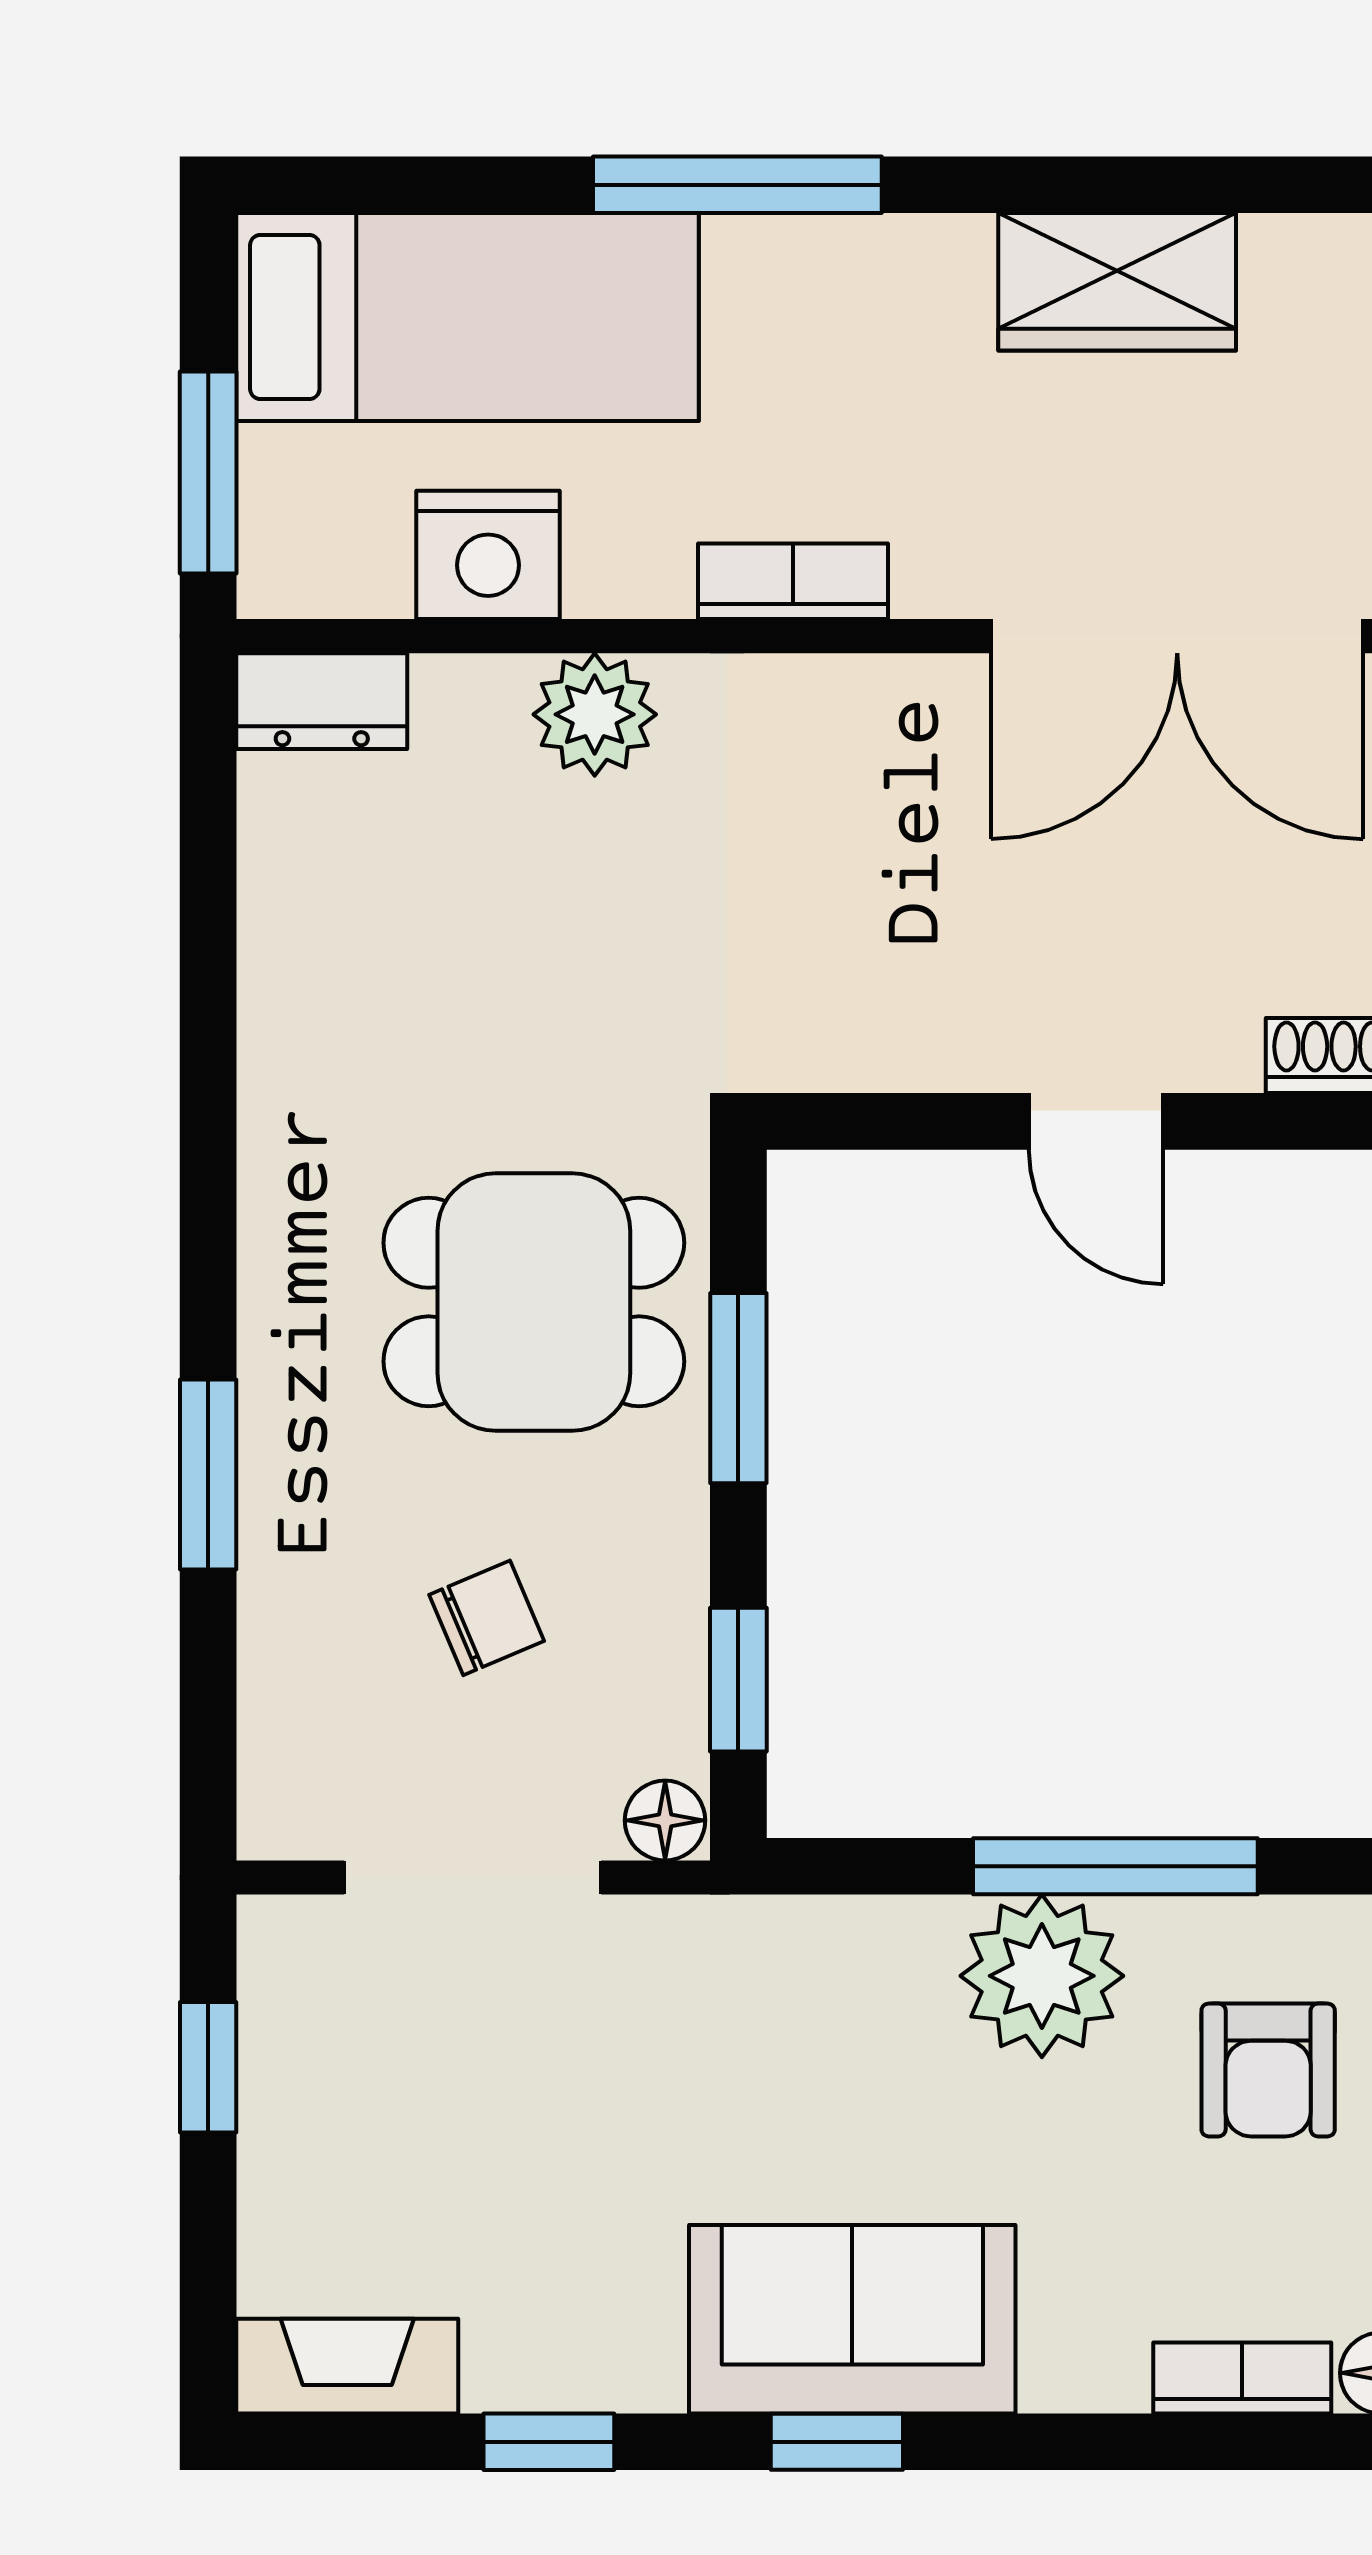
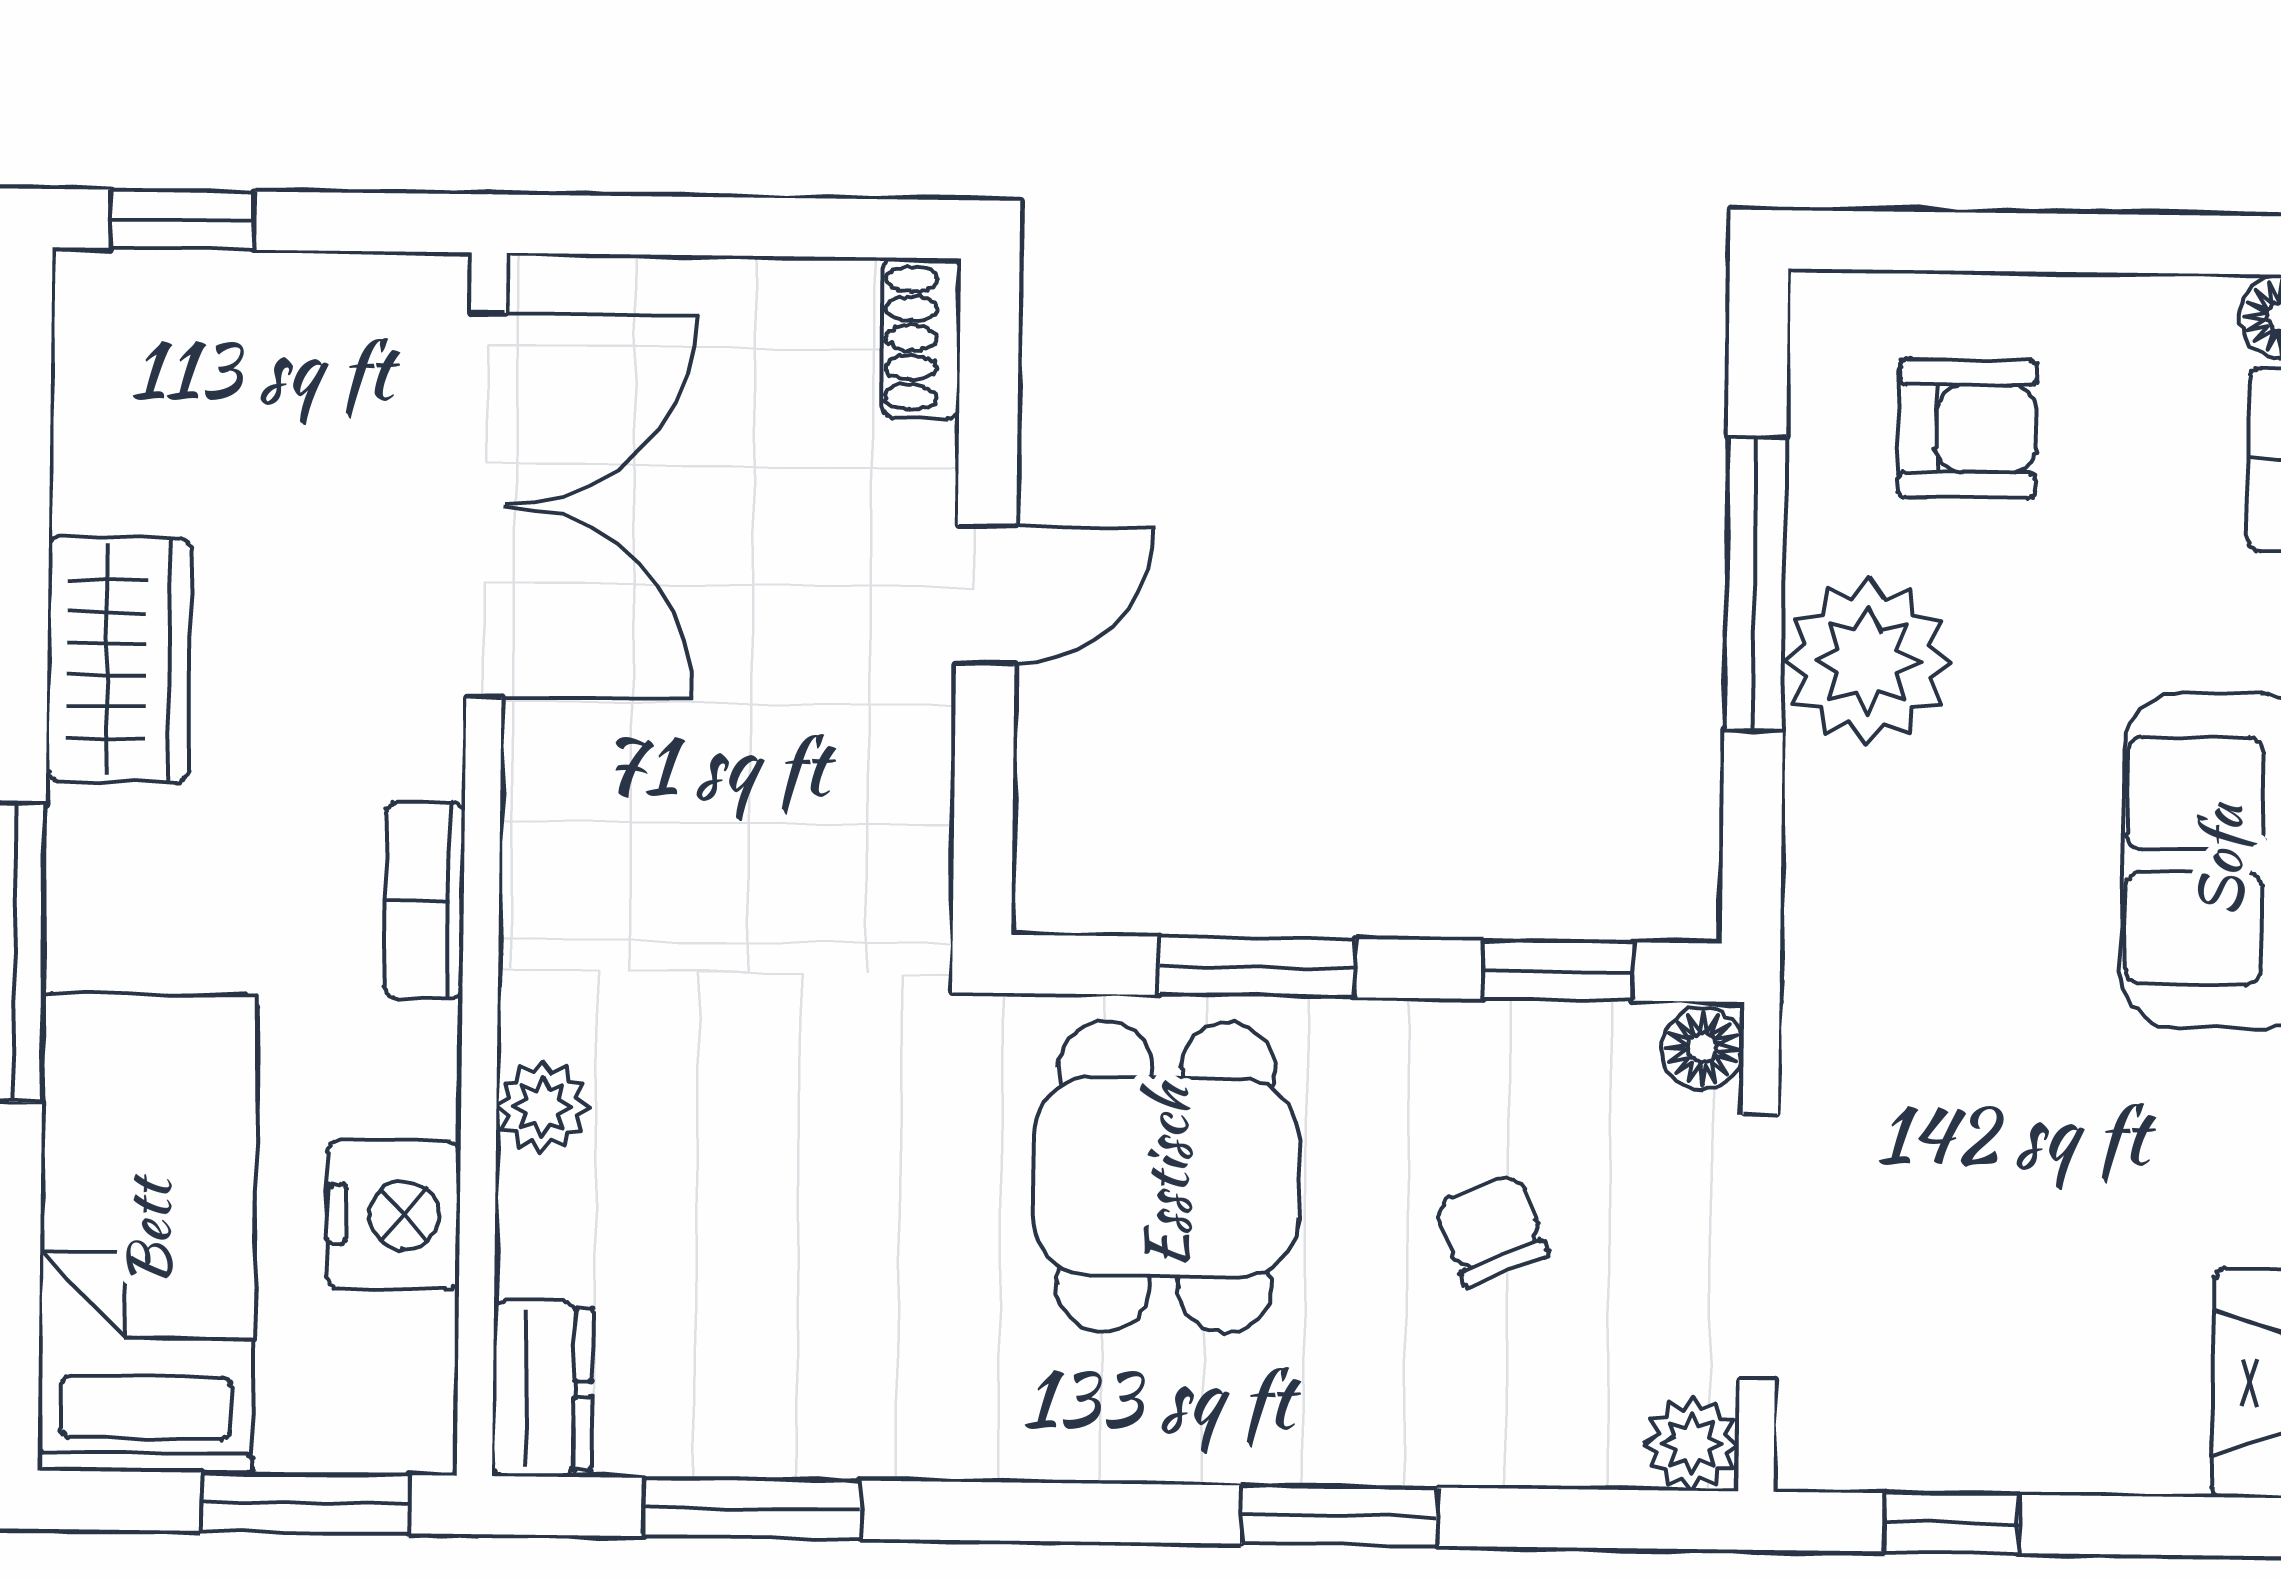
wardrobe: (1117, 282) -> (118, 659), moved
plant: (595, 714) -> (542, 1107), width x0.73, depth x0.73
window: (208, 905) -> (752, 1508), added
plant: (282, 1815) -> (1692, 1444), added

